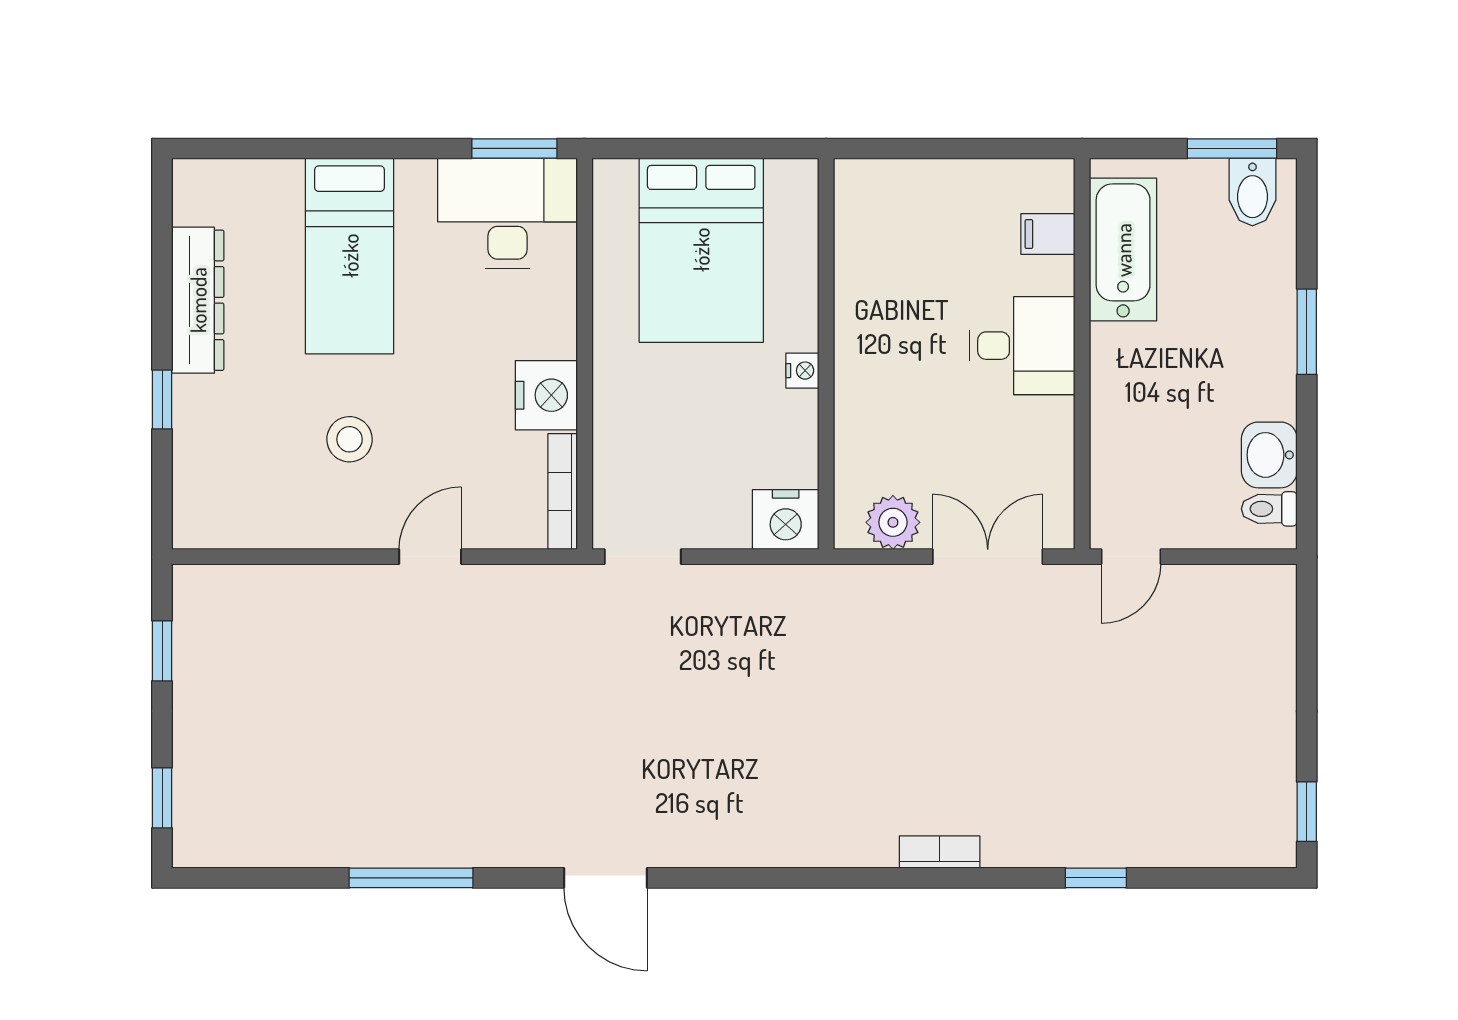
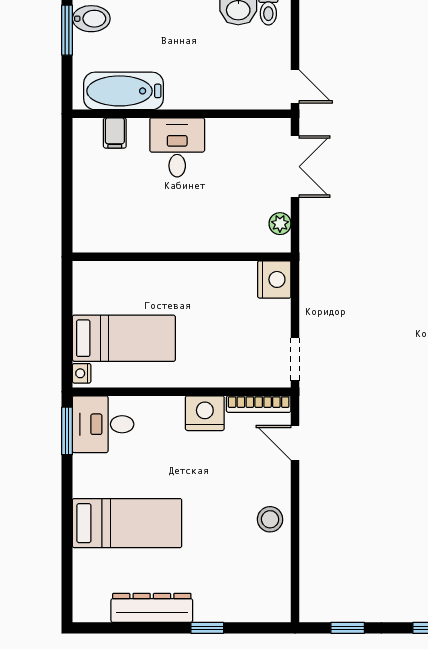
desk: (508, 213) -> (103, 424), width x0.73
bed: (701, 250) -> (124, 338), width x0.67
nightstand: (802, 371) -> (82, 373), moved, turned -90
stool: (350, 439) -> (270, 519), moved
plant: (893, 522) -> (280, 224), width x0.73, depth x0.73
door: (430, 557) -> (295, 443), moved
double door: (988, 557) -> (295, 167), swing flipped

